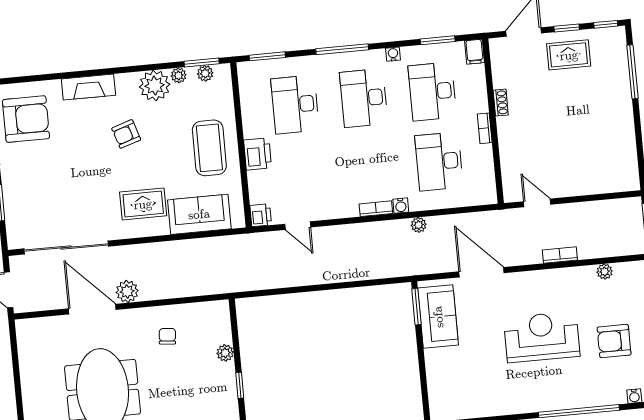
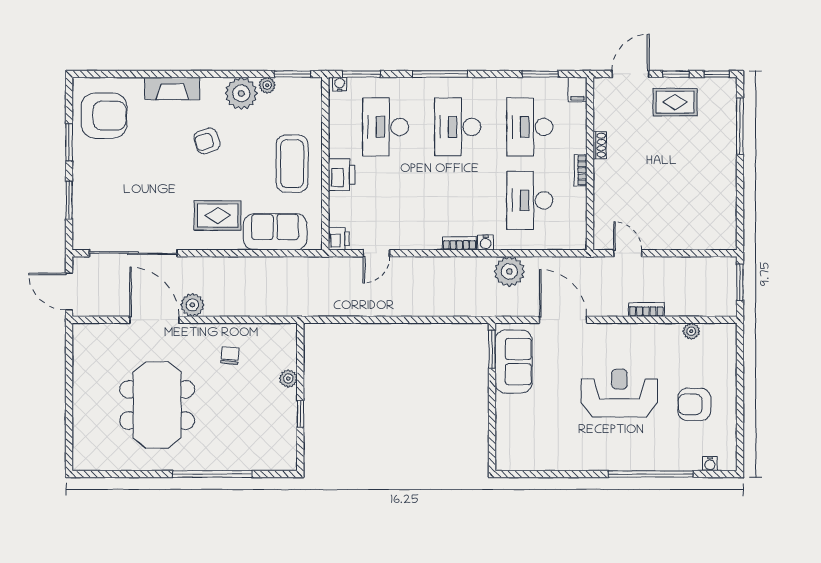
water cooler: (393, 54) -> (340, 84), moved
plant: (205, 73) -> (295, 86), removed
plant: (419, 225) -> (509, 271), width x1.87, depth x1.87
door: (298, 226) -> (376, 253), hinge flipped

